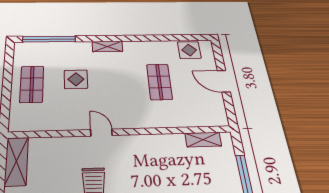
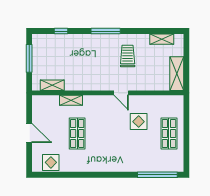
shelving: (107, 47) -> (71, 100), moved
display table: (76, 79) -> (139, 122), moved

